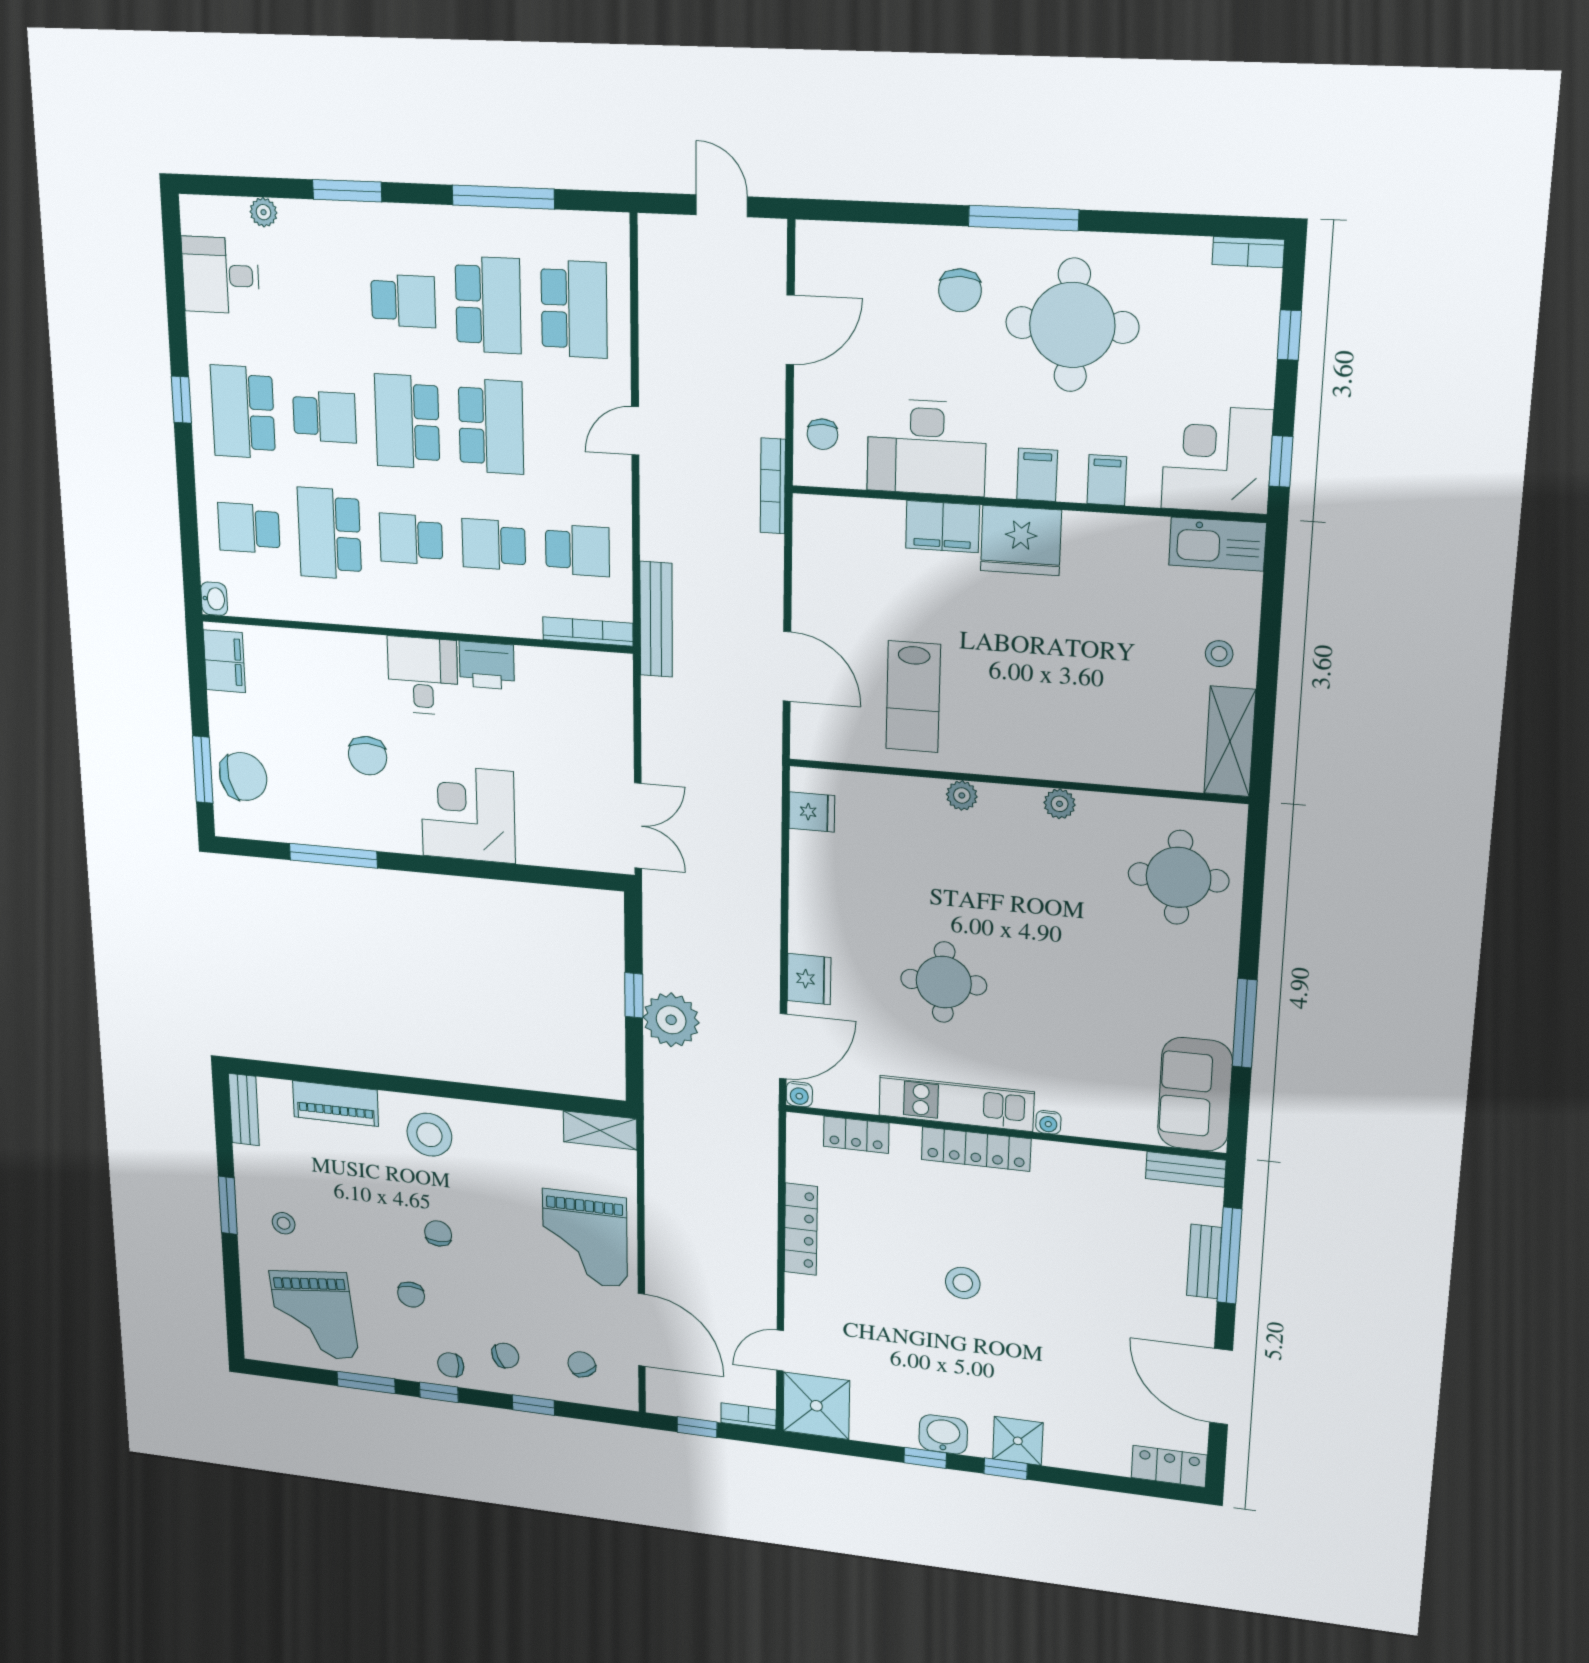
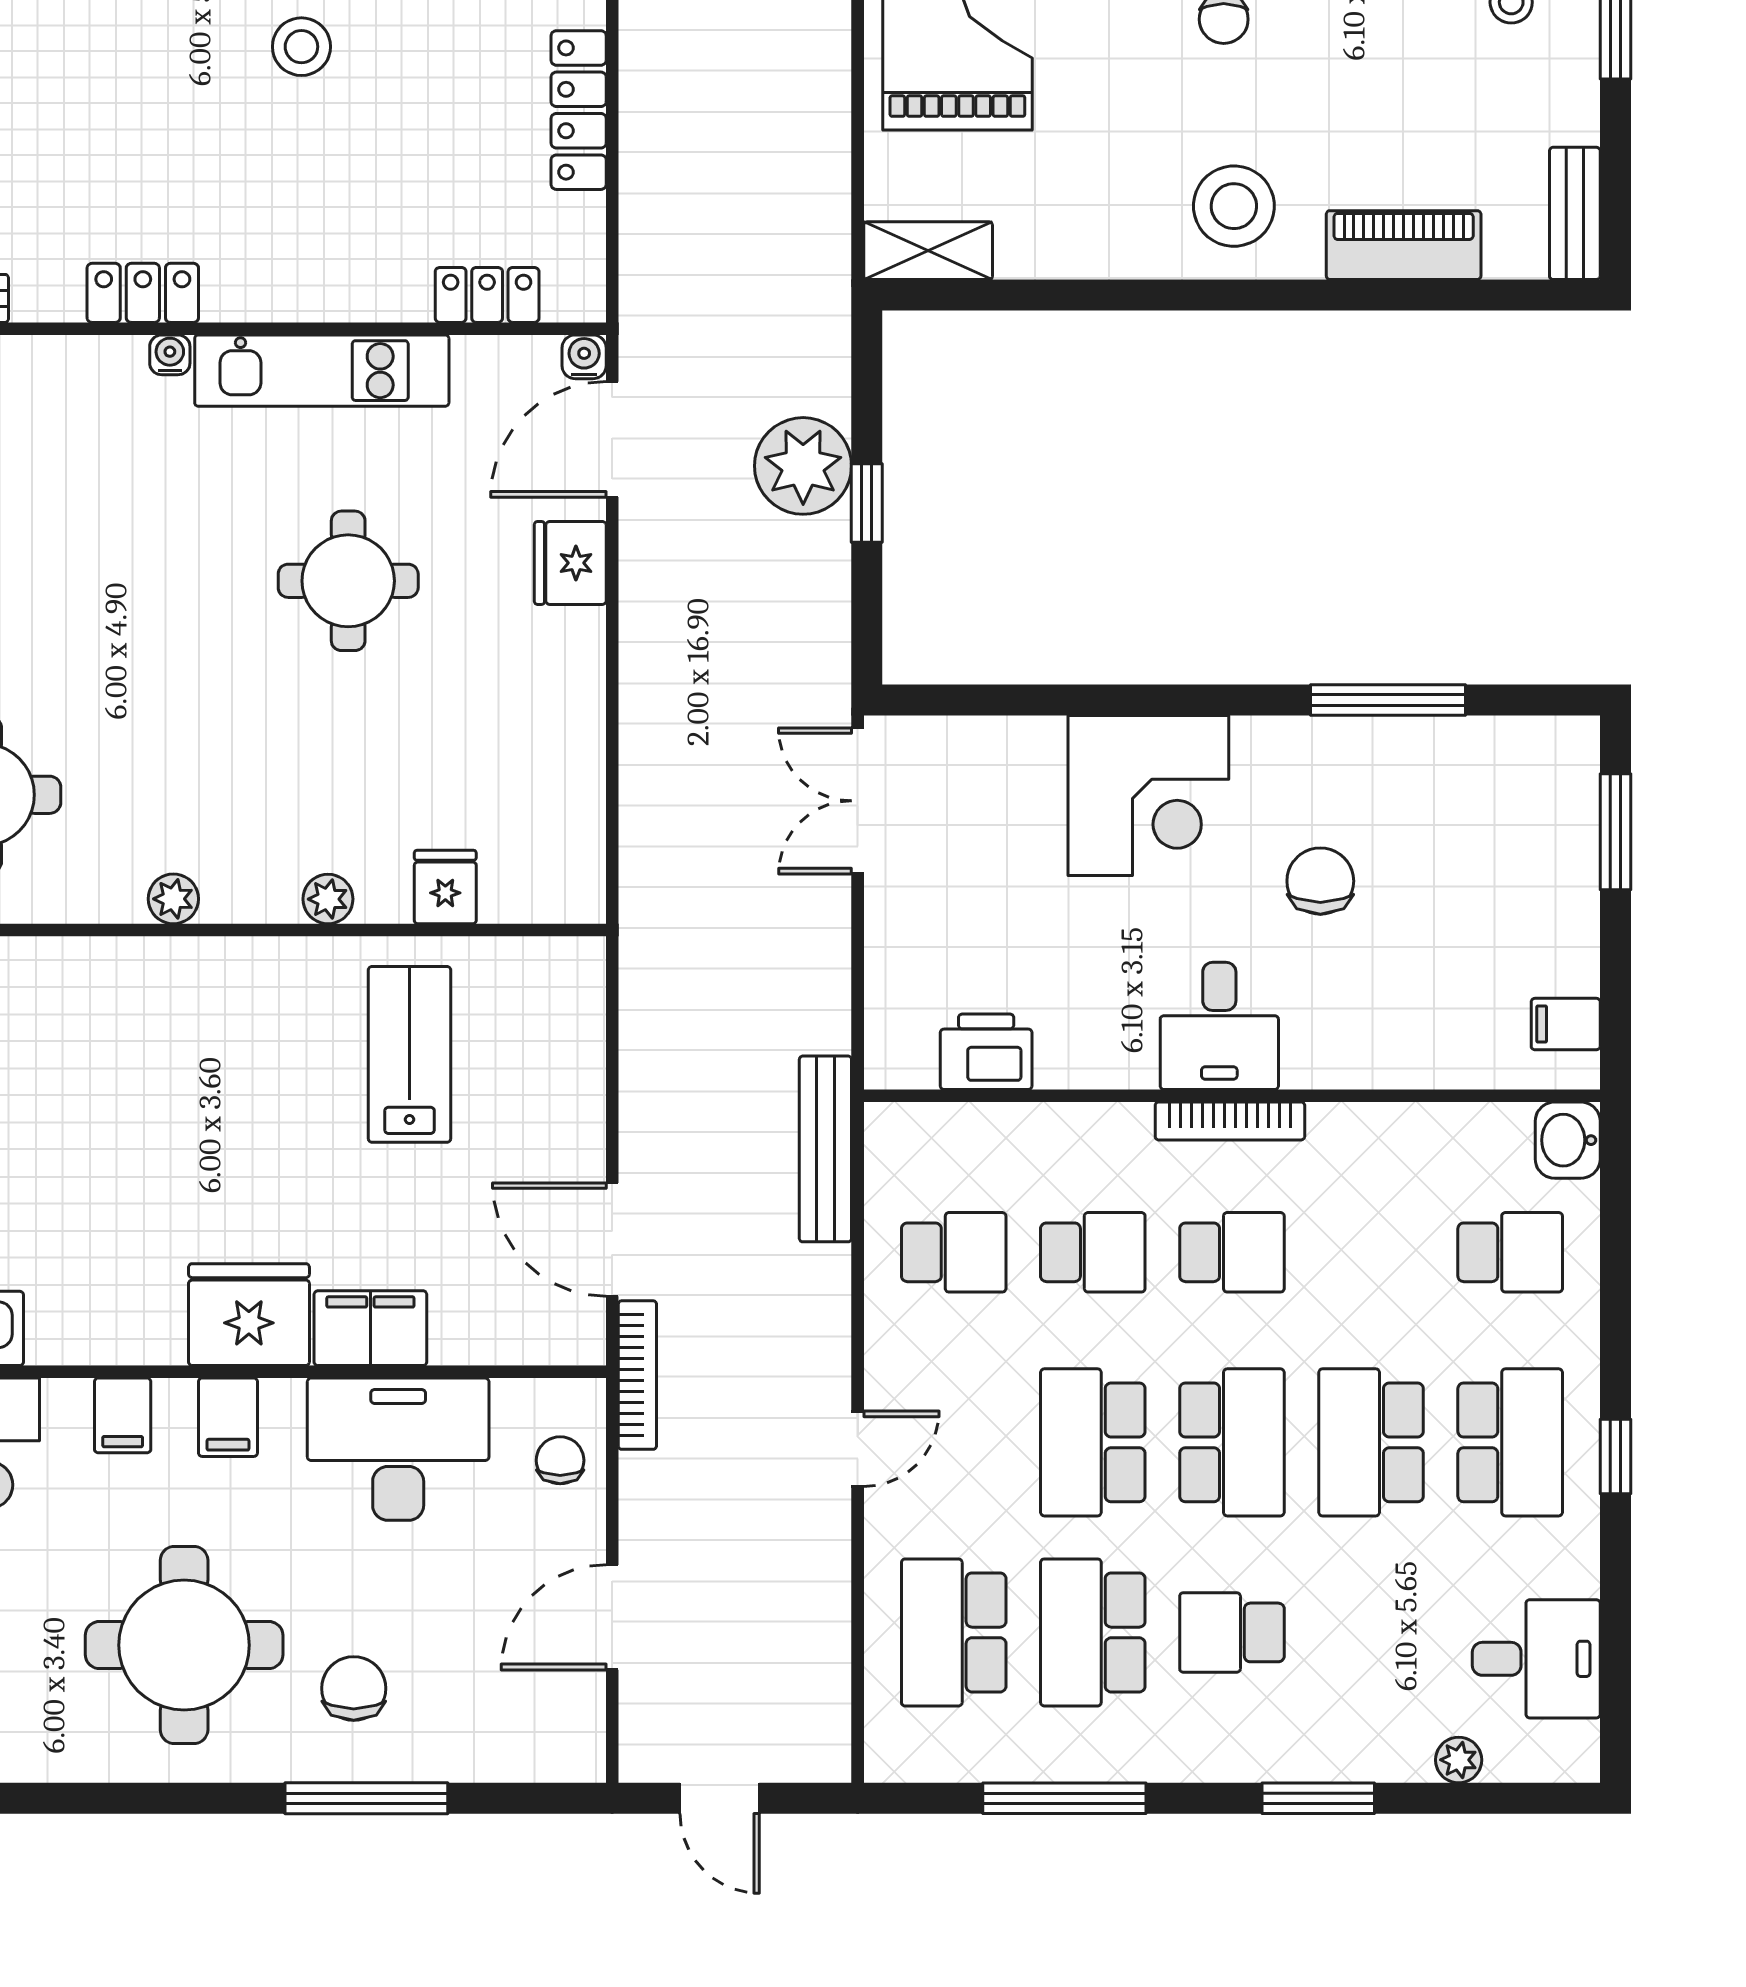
window: (1023, 218) -> (366, 1798), moved
school desk: (325, 417) -> (1371, 1442), width x1.85
school desk: (329, 534) -> (1371, 1252), removed
school desk: (578, 550) -> (954, 1252), turned 180
washbasin: (214, 599) -> (1568, 1140), width x1.38, depth x1.45
bookcase: (588, 631) -> (1230, 1121), moved
filing cabinet: (224, 661) -> (1566, 1024), width x0.50
printer: (487, 665) -> (986, 1052), moved
door: (787, 666) -> (612, 1240), moved
chair: (243, 777) -> (1543, 826), removed
fridge: (812, 812) -> (445, 887), moved, turned 90
locker: (976, 1149) -> (143, 293), moved, width x0.66

